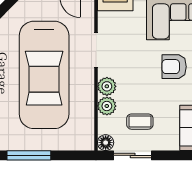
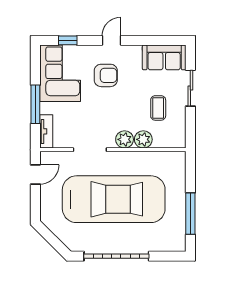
armchair: (174, 67) -> (106, 75), turned -90
floor lamp: (106, 143) -> (178, 141), removed
sliding door: (133, 155) -> (190, 88), moved

